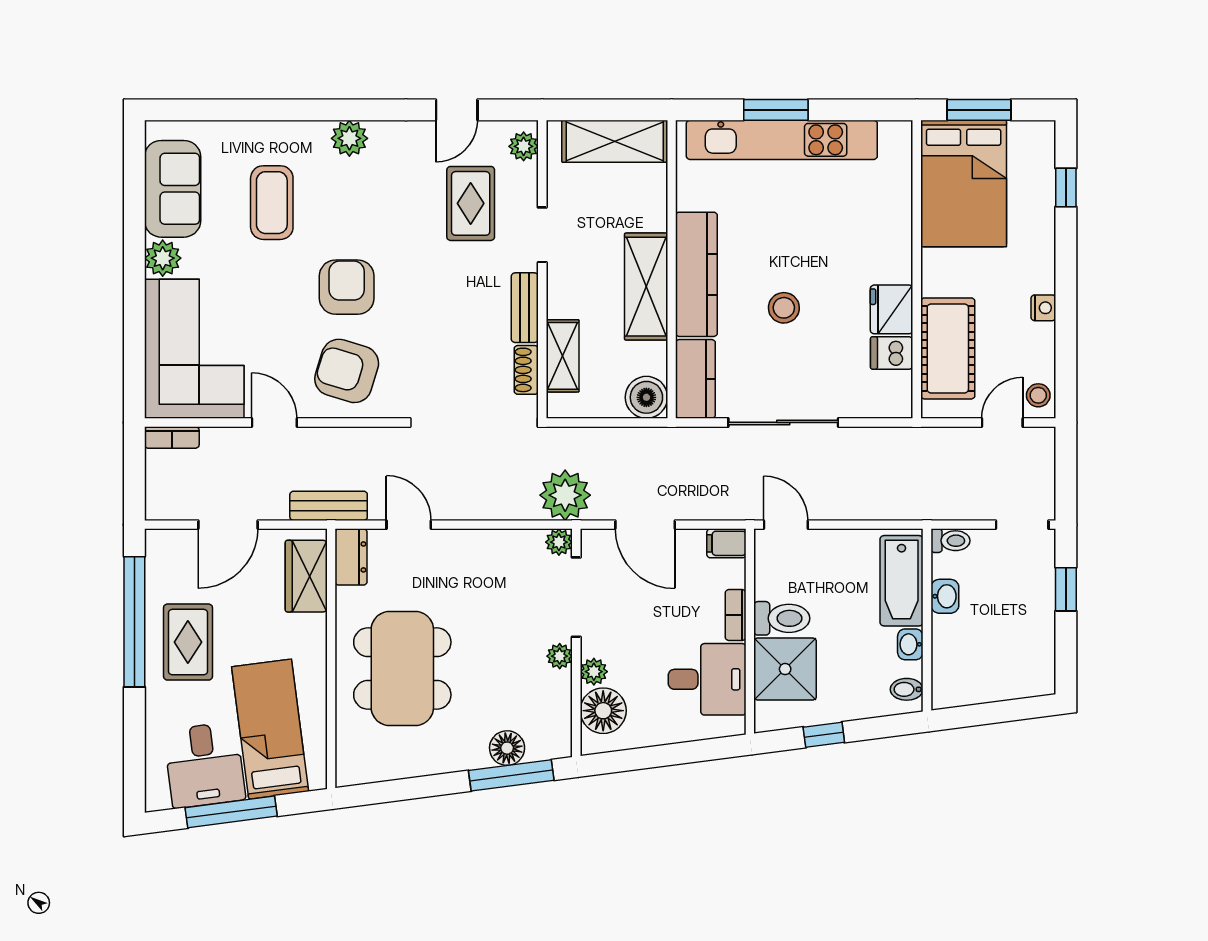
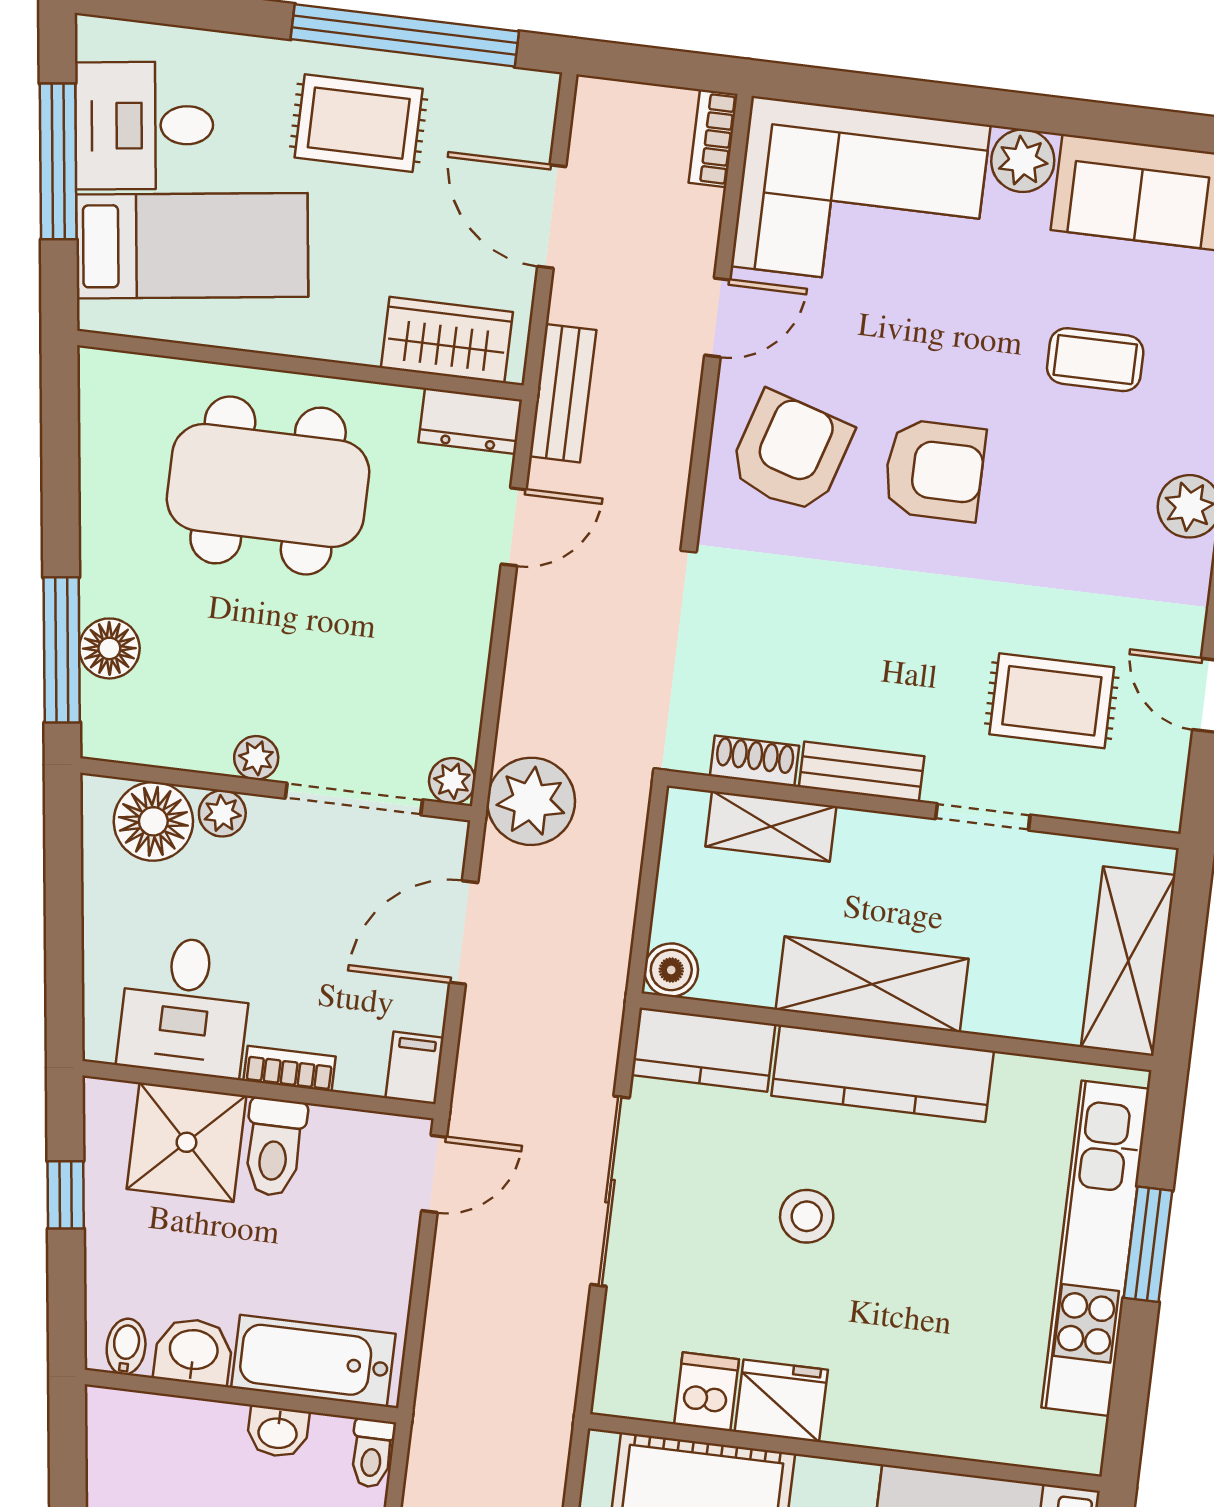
plant: (524, 146) -> (1139, 804), removed
coffee table: (272, 203) -> (1095, 360), width x0.73, depth x0.77
boiler: (646, 397) -> (671, 970), width x0.73, depth x0.73
washbasin: (910, 644) -> (193, 1351), width x1.38, depth x1.45

